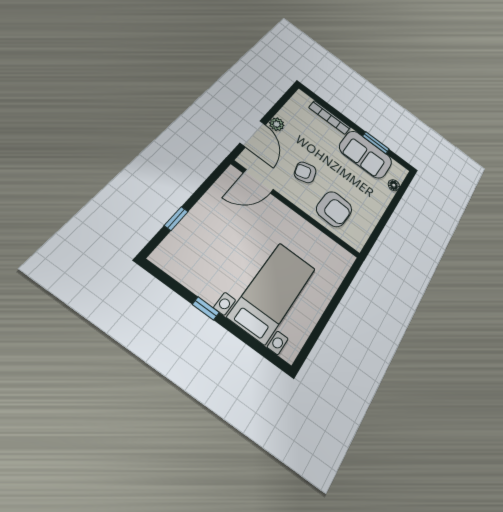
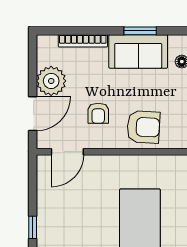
plant: (277, 124) -> (51, 81), width x1.88, depth x1.88
door: (253, 134) -> (33, 114), hinge flipped
armchair: (305, 172) -> (98, 113), turned -74

